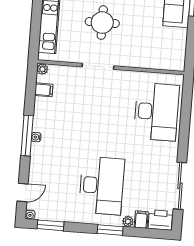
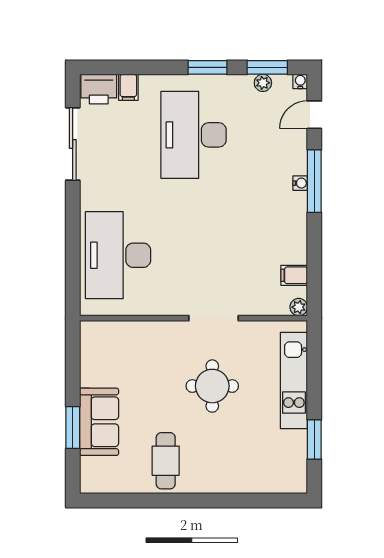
window: (27, 136) -> (314, 181), moved
water cooler: (36, 137) -> (300, 183), moved
plant: (128, 221) -> (263, 83), moved
window: (110, 230) -> (207, 67), moved

